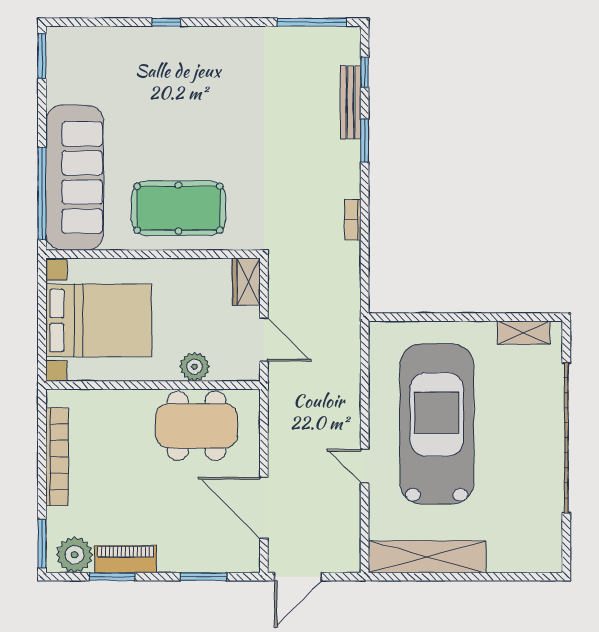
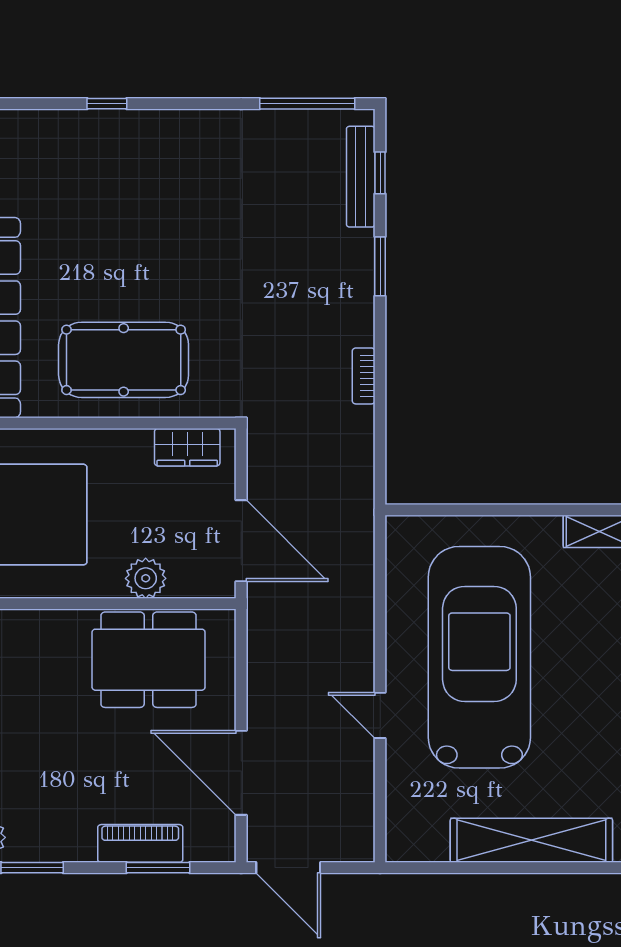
bench: (351, 102) -> (361, 177), moved
wardrobe: (246, 282) -> (187, 447), moved, turned -90
door: (264, 339) -> (241, 541), width x1.36
shelving: (427, 557) -> (531, 840), moved
piano: (125, 559) -> (140, 843), moved
door: (298, 577) -> (288, 868), hinge flipped

